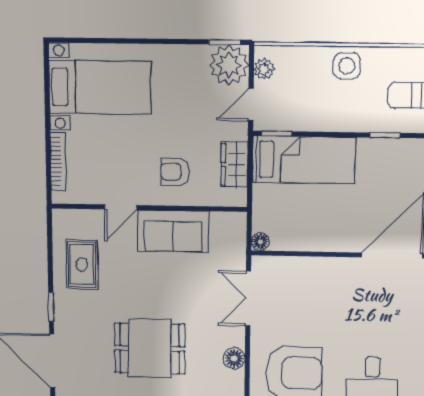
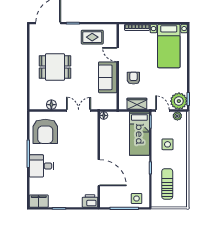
side table: (347, 66) -> (167, 144), moved
dining table: (150, 348) -> (55, 67), turned 90

